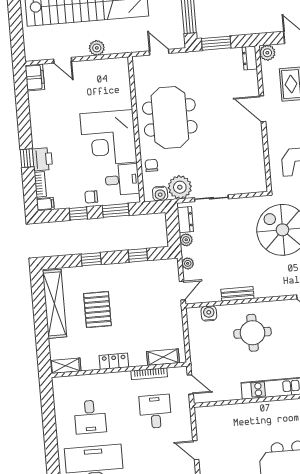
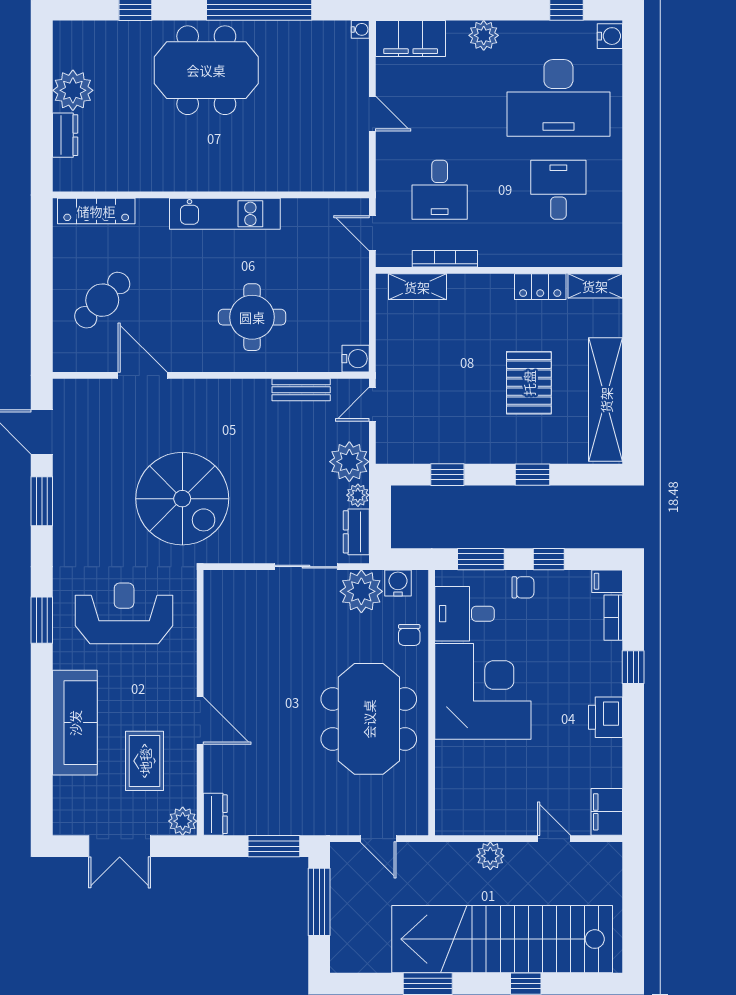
printer: (42, 159) -> (606, 717), moved
plant: (188, 263) -> (349, 462), width x1.87, depth x1.87
bench: (237, 294) -> (301, 390), moved
water cooler: (209, 313) -> (356, 359), moved, turned -90
locker: (114, 361) -> (540, 287), moved

